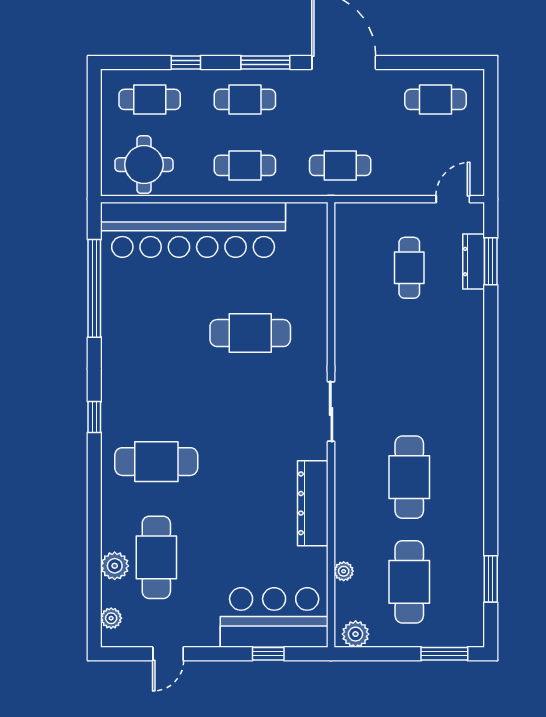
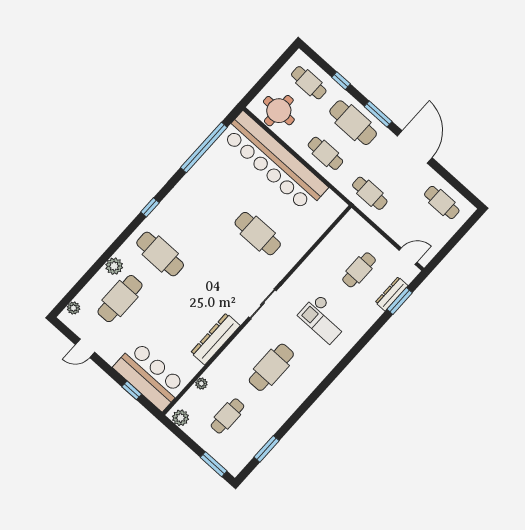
cafe table: (245, 99) -> (353, 123), width x1.37, depth x1.35
checkout: (419, 363) -> (324, 319), added
plant: (115, 566) -> (114, 266), moved
cafe table: (409, 582) -> (227, 416), width x0.73, depth x0.74

